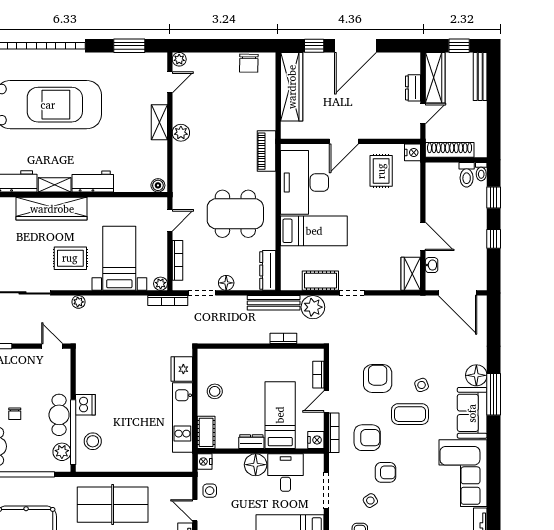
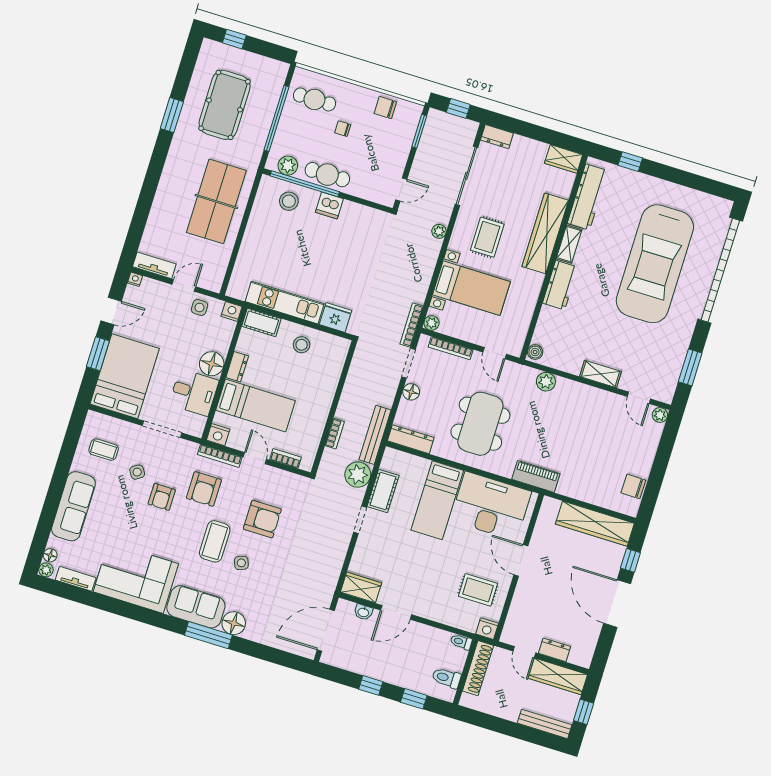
plant: (181, 133) -> (546, 382), moved
toilet: (481, 172) -> (461, 642), moved

